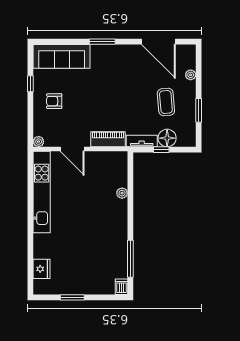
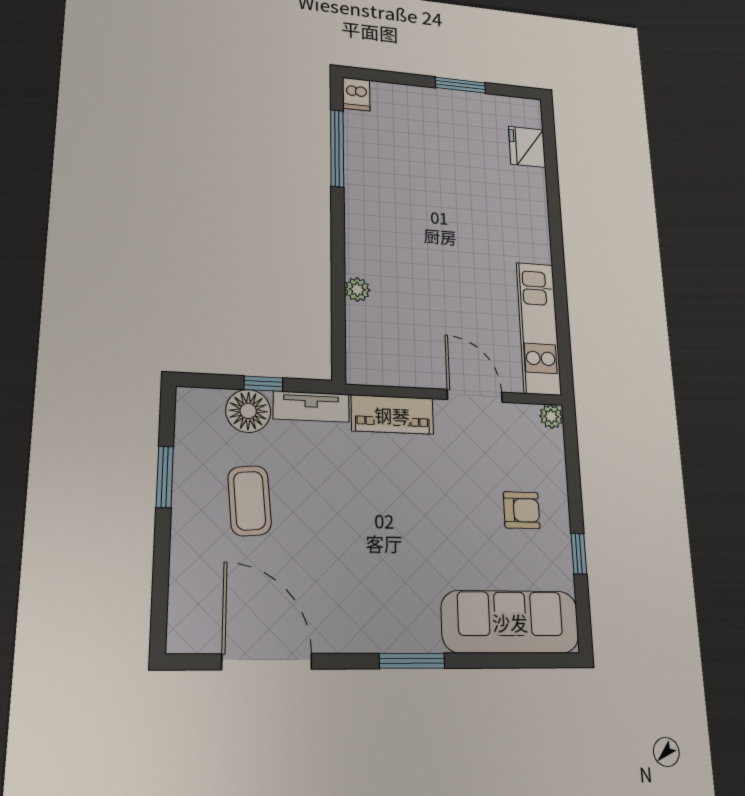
plant: (191, 75) -> (183, 571), removed
kitchen unit: (42, 192) -> (539, 328), width x0.73

